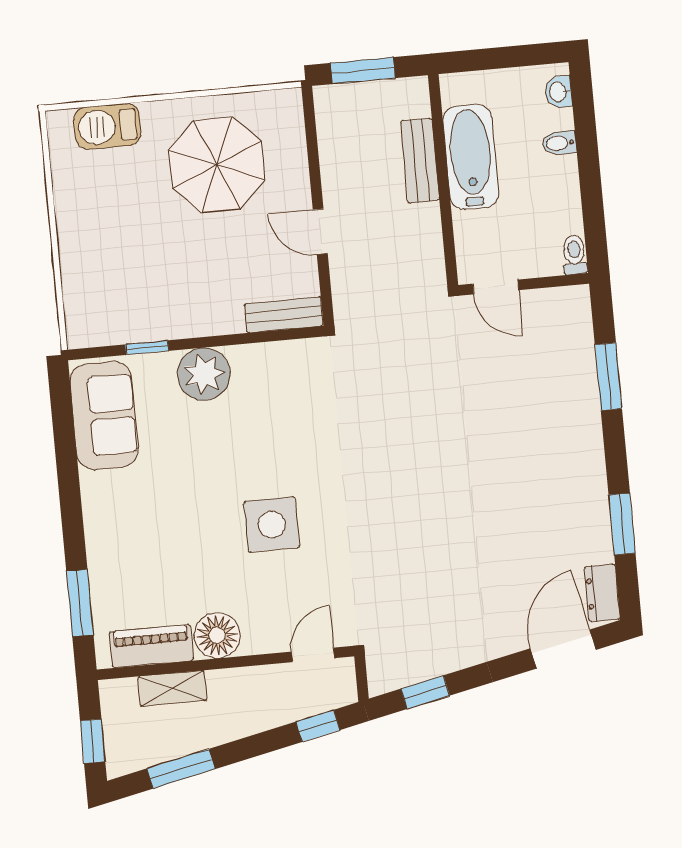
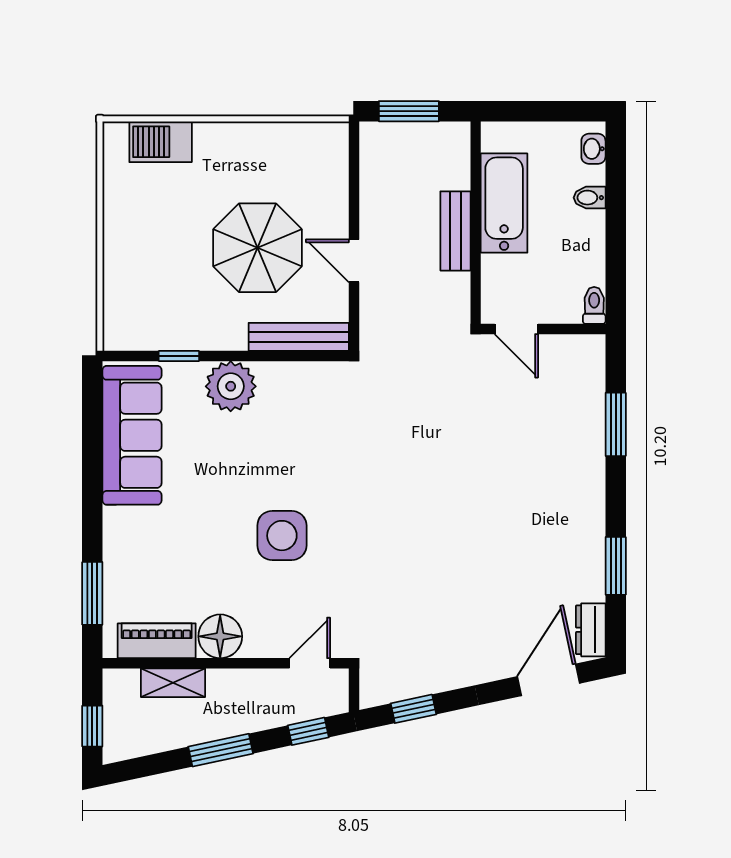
bench: (420, 161) -> (455, 231), moved
parasol: (217, 165) -> (257, 248), moved
bench: (284, 315) -> (299, 337), width x1.36
sofa: (104, 415) -> (132, 435), width x1.36
window: (181, 769) -> (221, 750), moved

